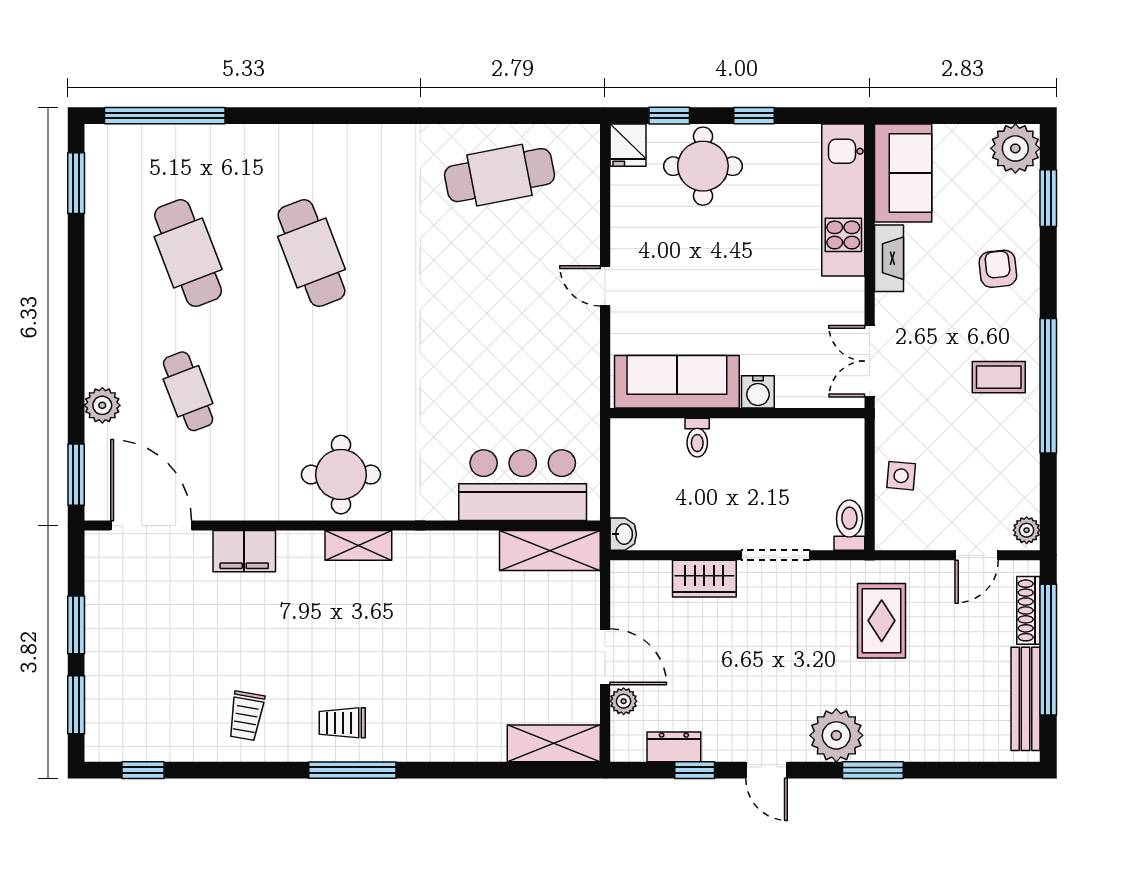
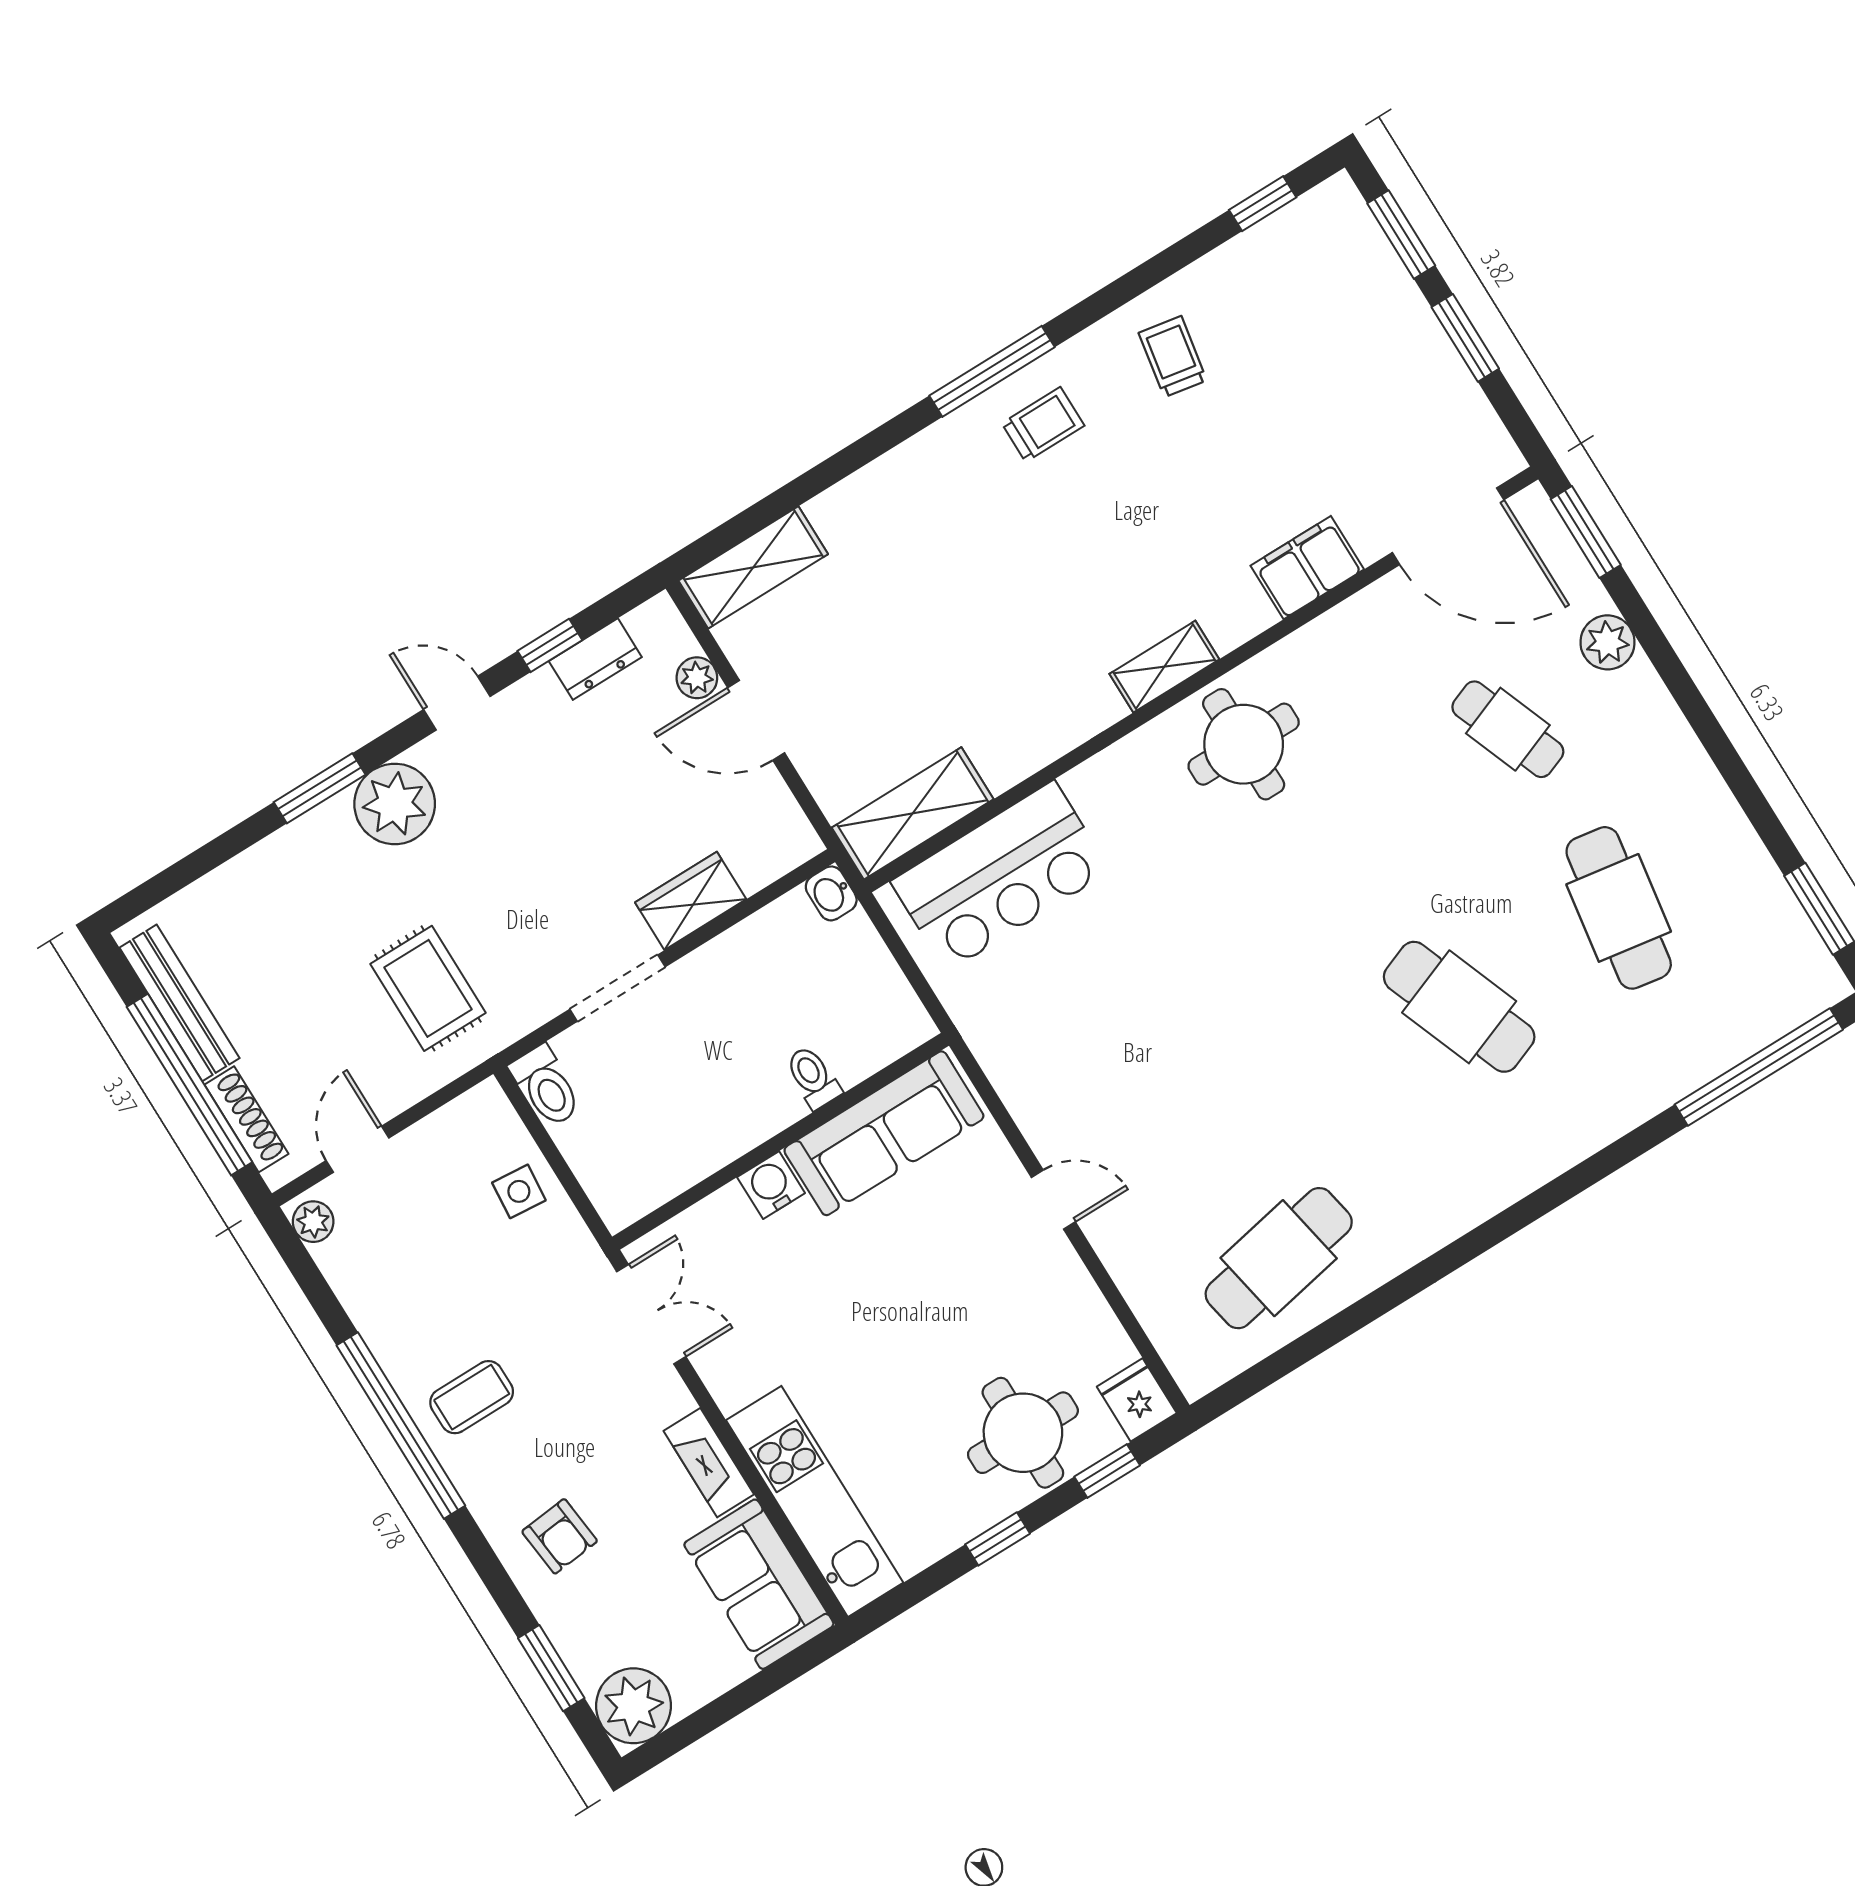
cafe table: (188, 253) -> (1619, 908), turned 30

